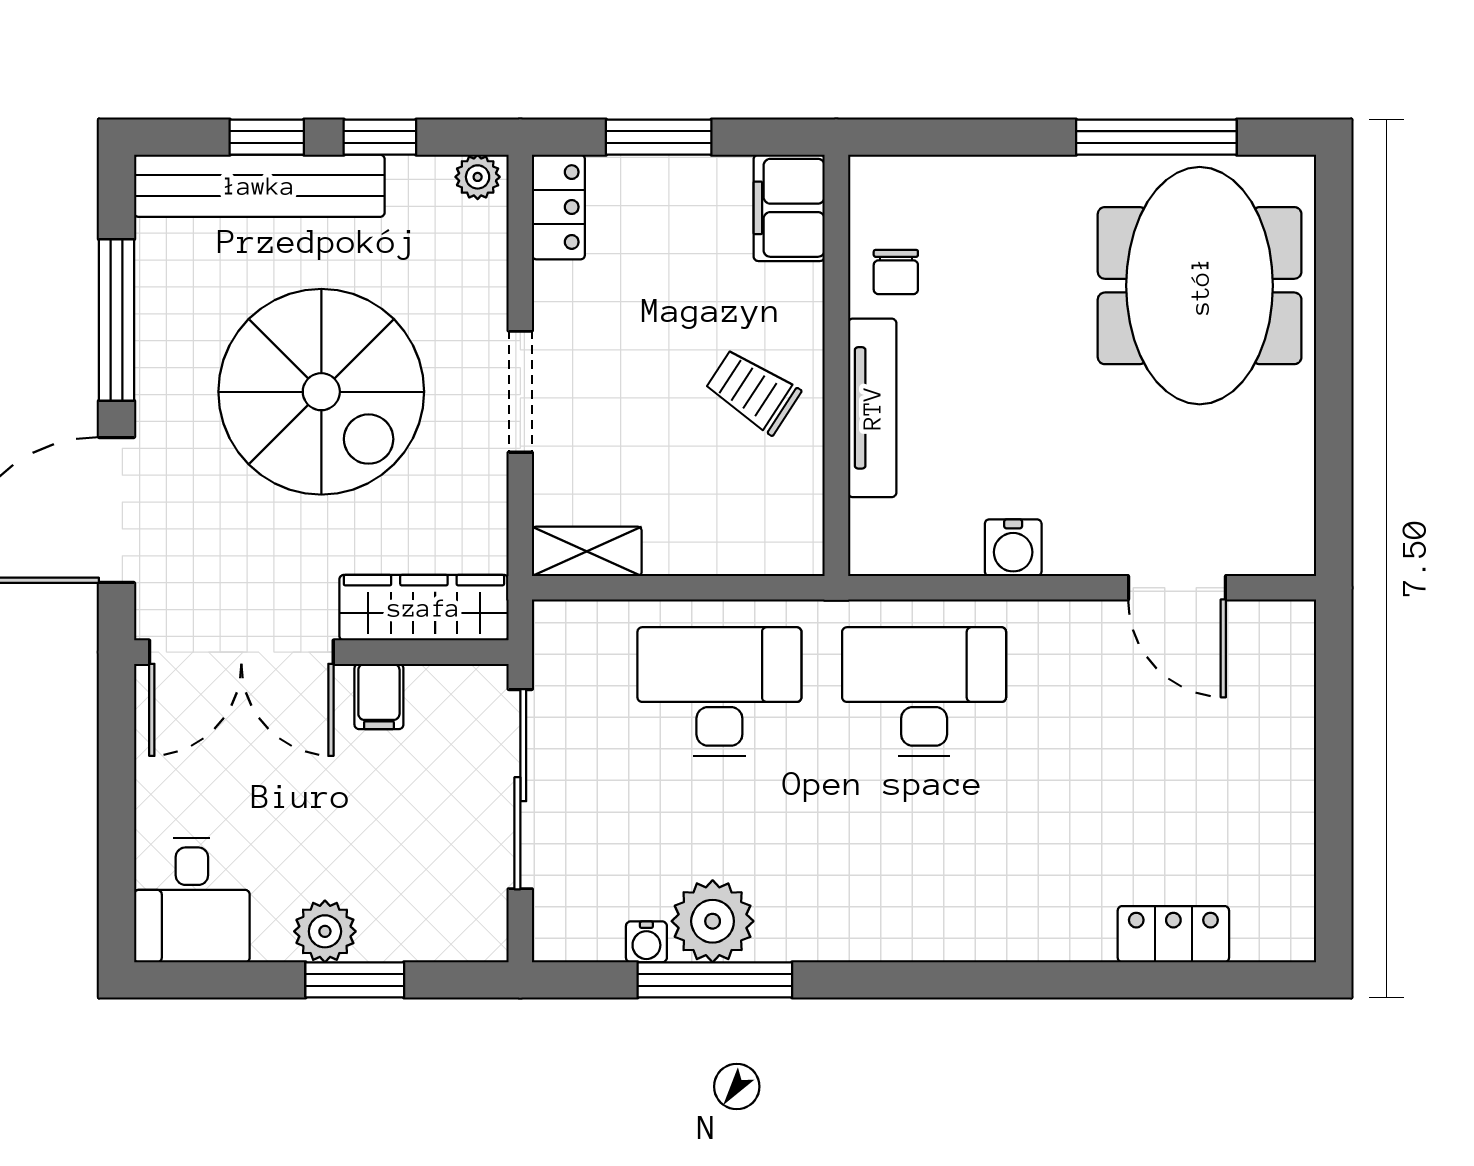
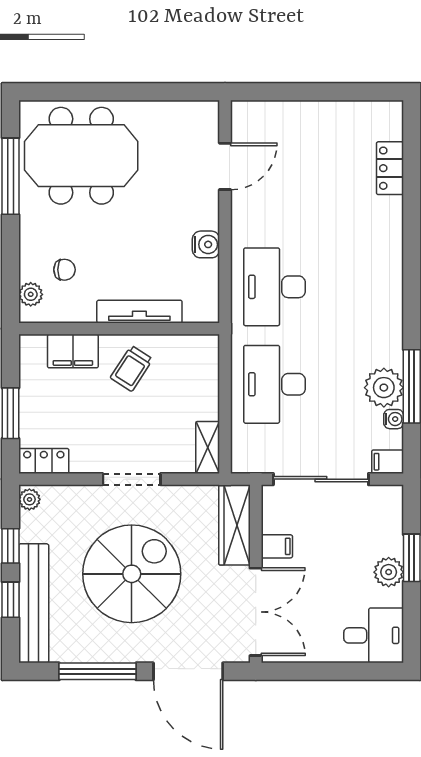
plant: (908, 179) -> (31, 294), added
filing cabinet: (789, 208) -> (73, 351), moved
chair: (896, 272) -> (64, 270), moved
filing cabinet: (557, 929) -> (388, 462), added

